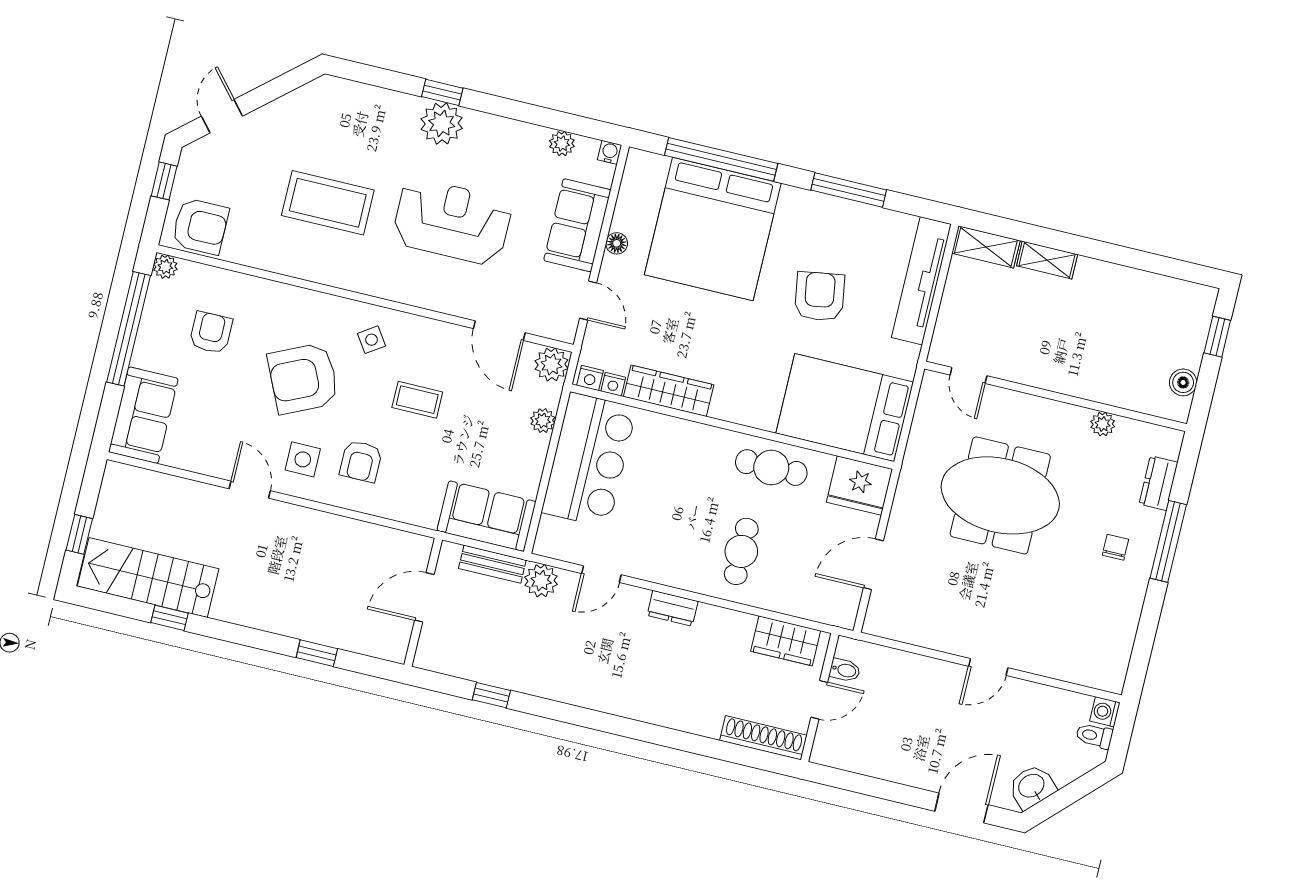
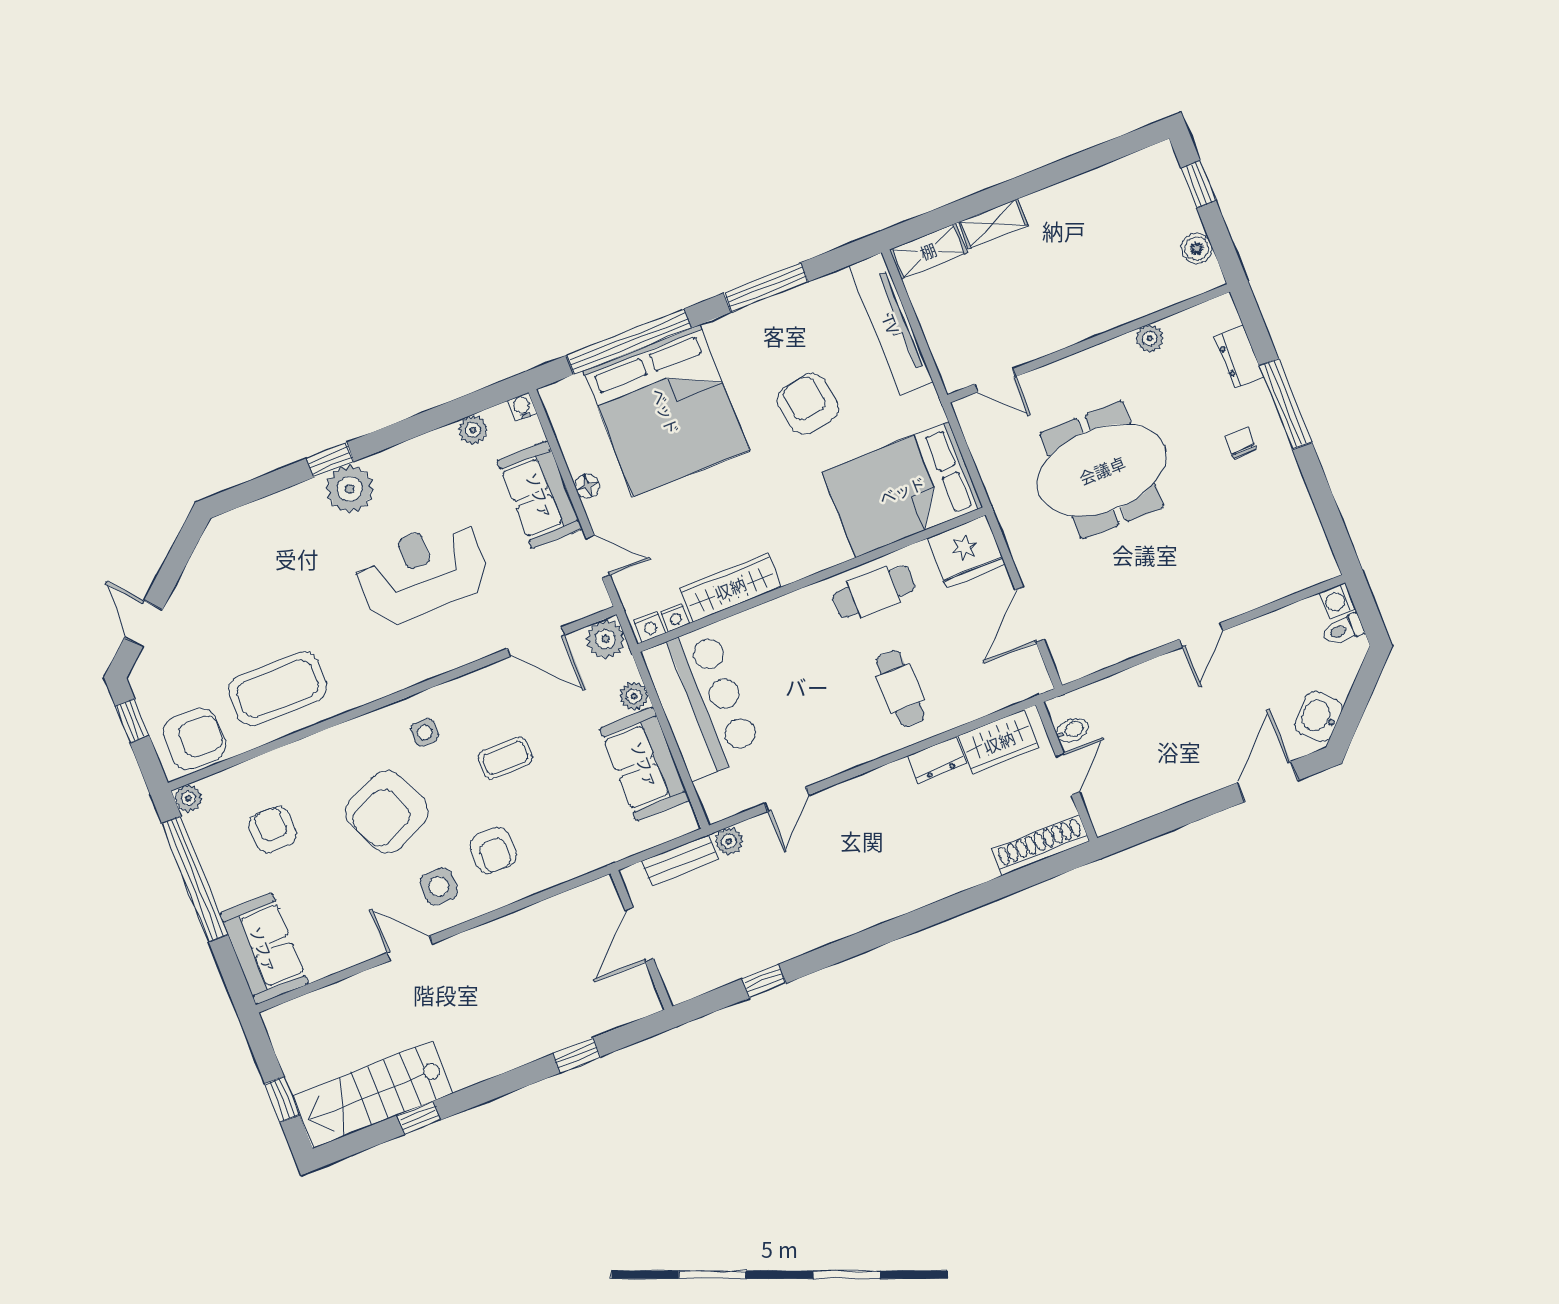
coffee table: (328, 203) -> (278, 689), moved
side table: (372, 340) -> (425, 732), turned 34
sofa: (487, 516) -> (645, 764), moved, turned -90
plant: (541, 581) -> (729, 841), width x0.73, depth x0.73
dresser: (672, 608) -> (937, 760), moved

